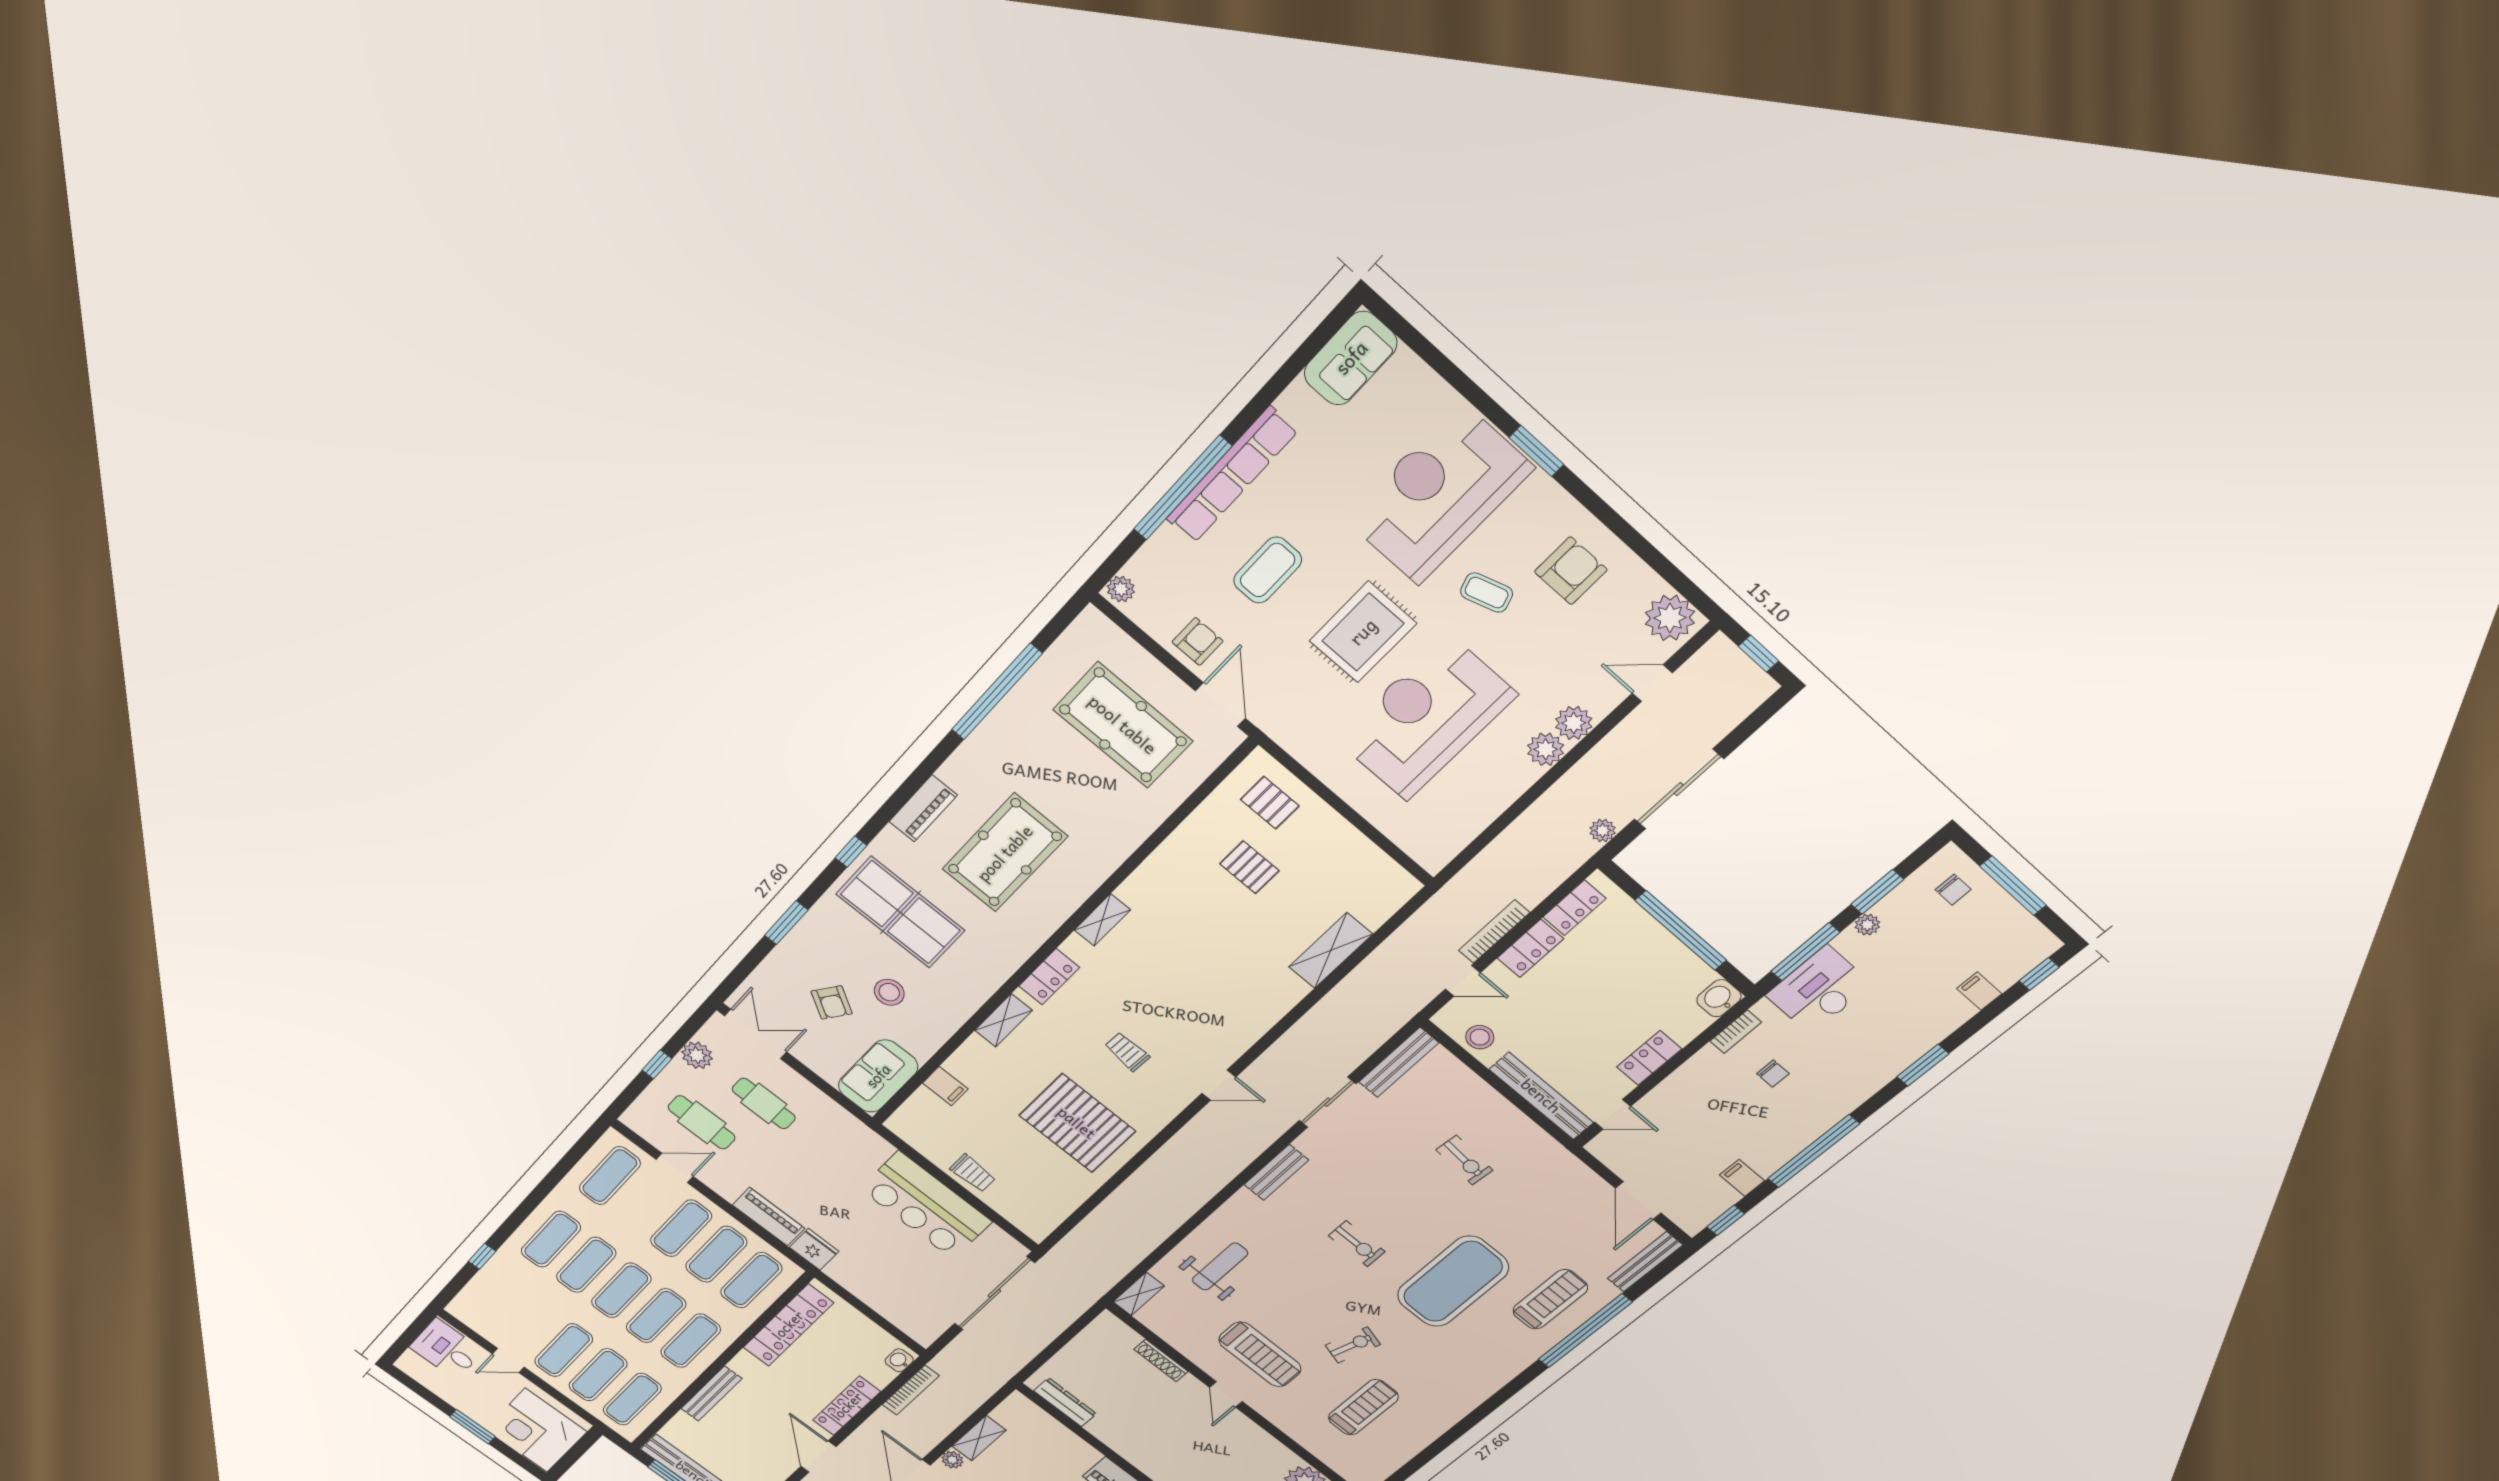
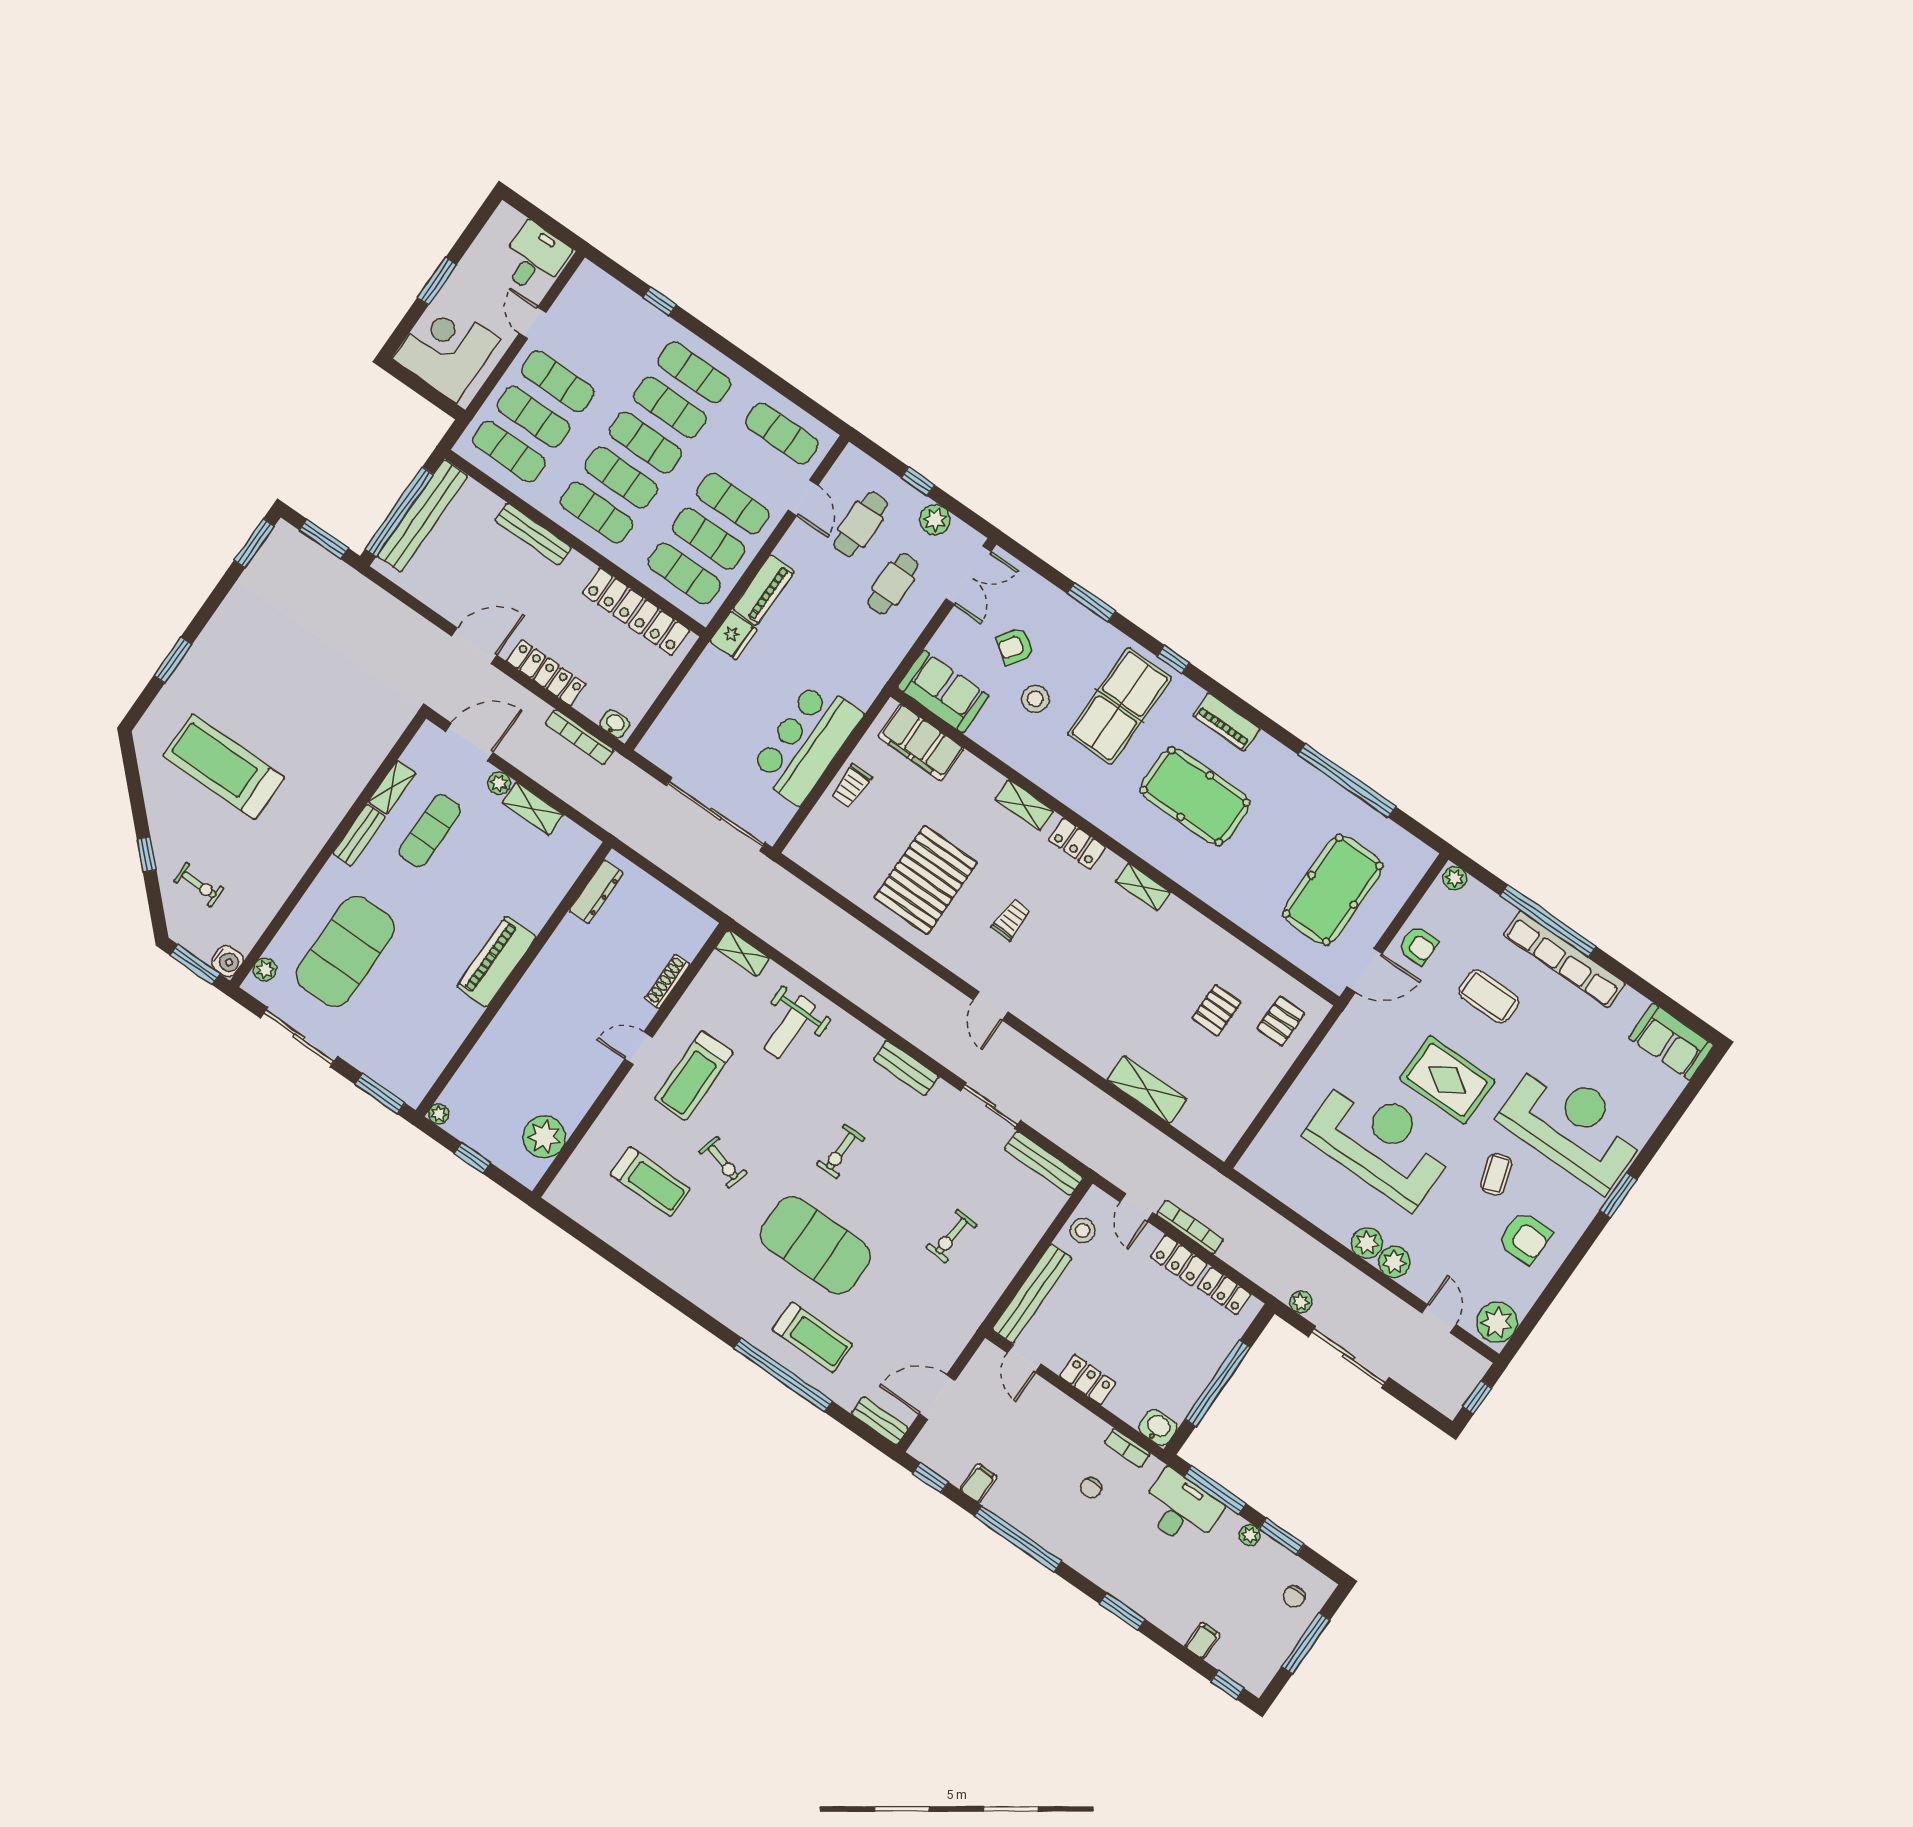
filing cabinet: (945, 1086) -> (921, 742), width x3.00, depth x1.17
bench: (1645, 1262) -> (880, 1421), width x0.73
weight bench: (1220, 1267) -> (790, 1027), turned 90

